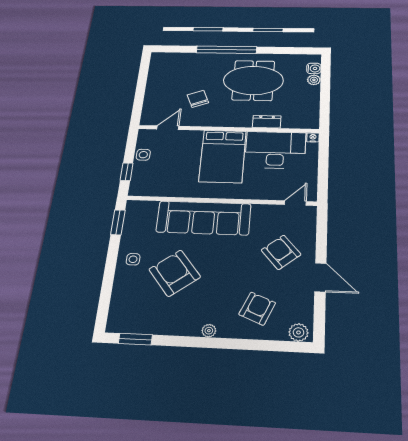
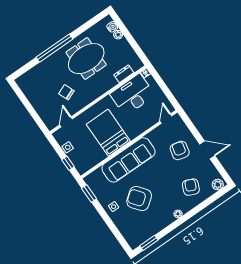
dresser: (267, 122) -> (124, 74), moved
bed: (223, 156) -> (108, 133), moved, turned 180
armchair: (281, 252) -> (180, 150), turned 53

